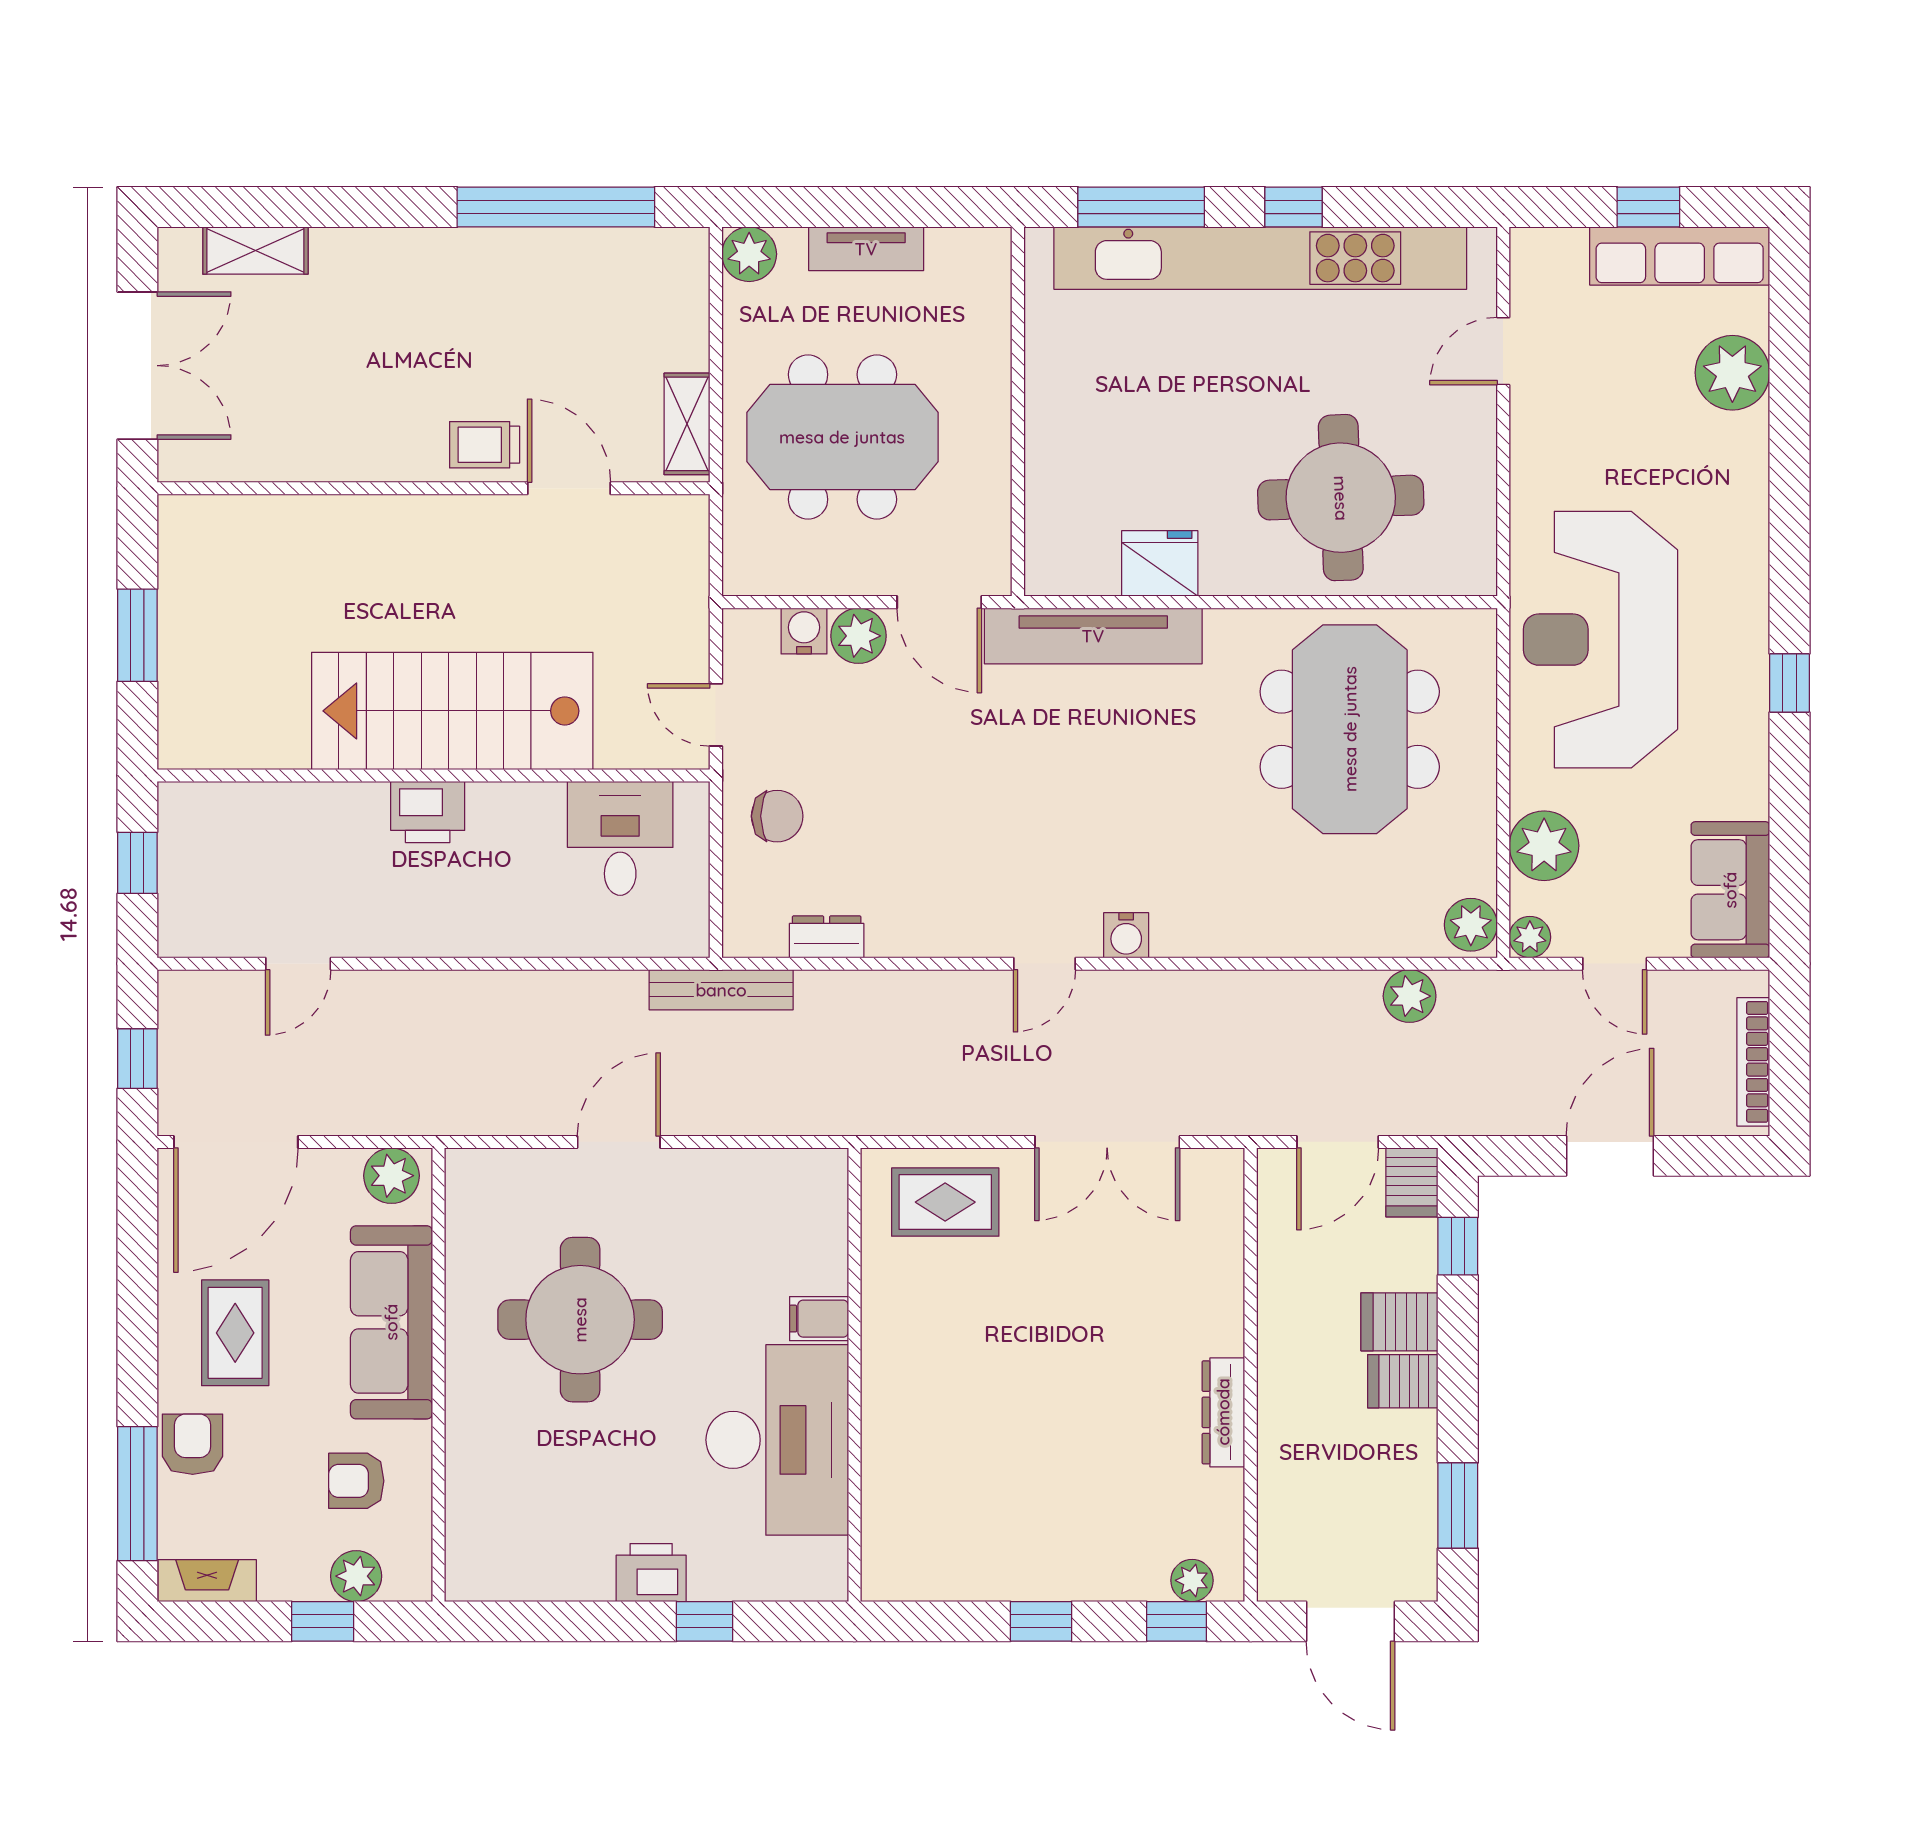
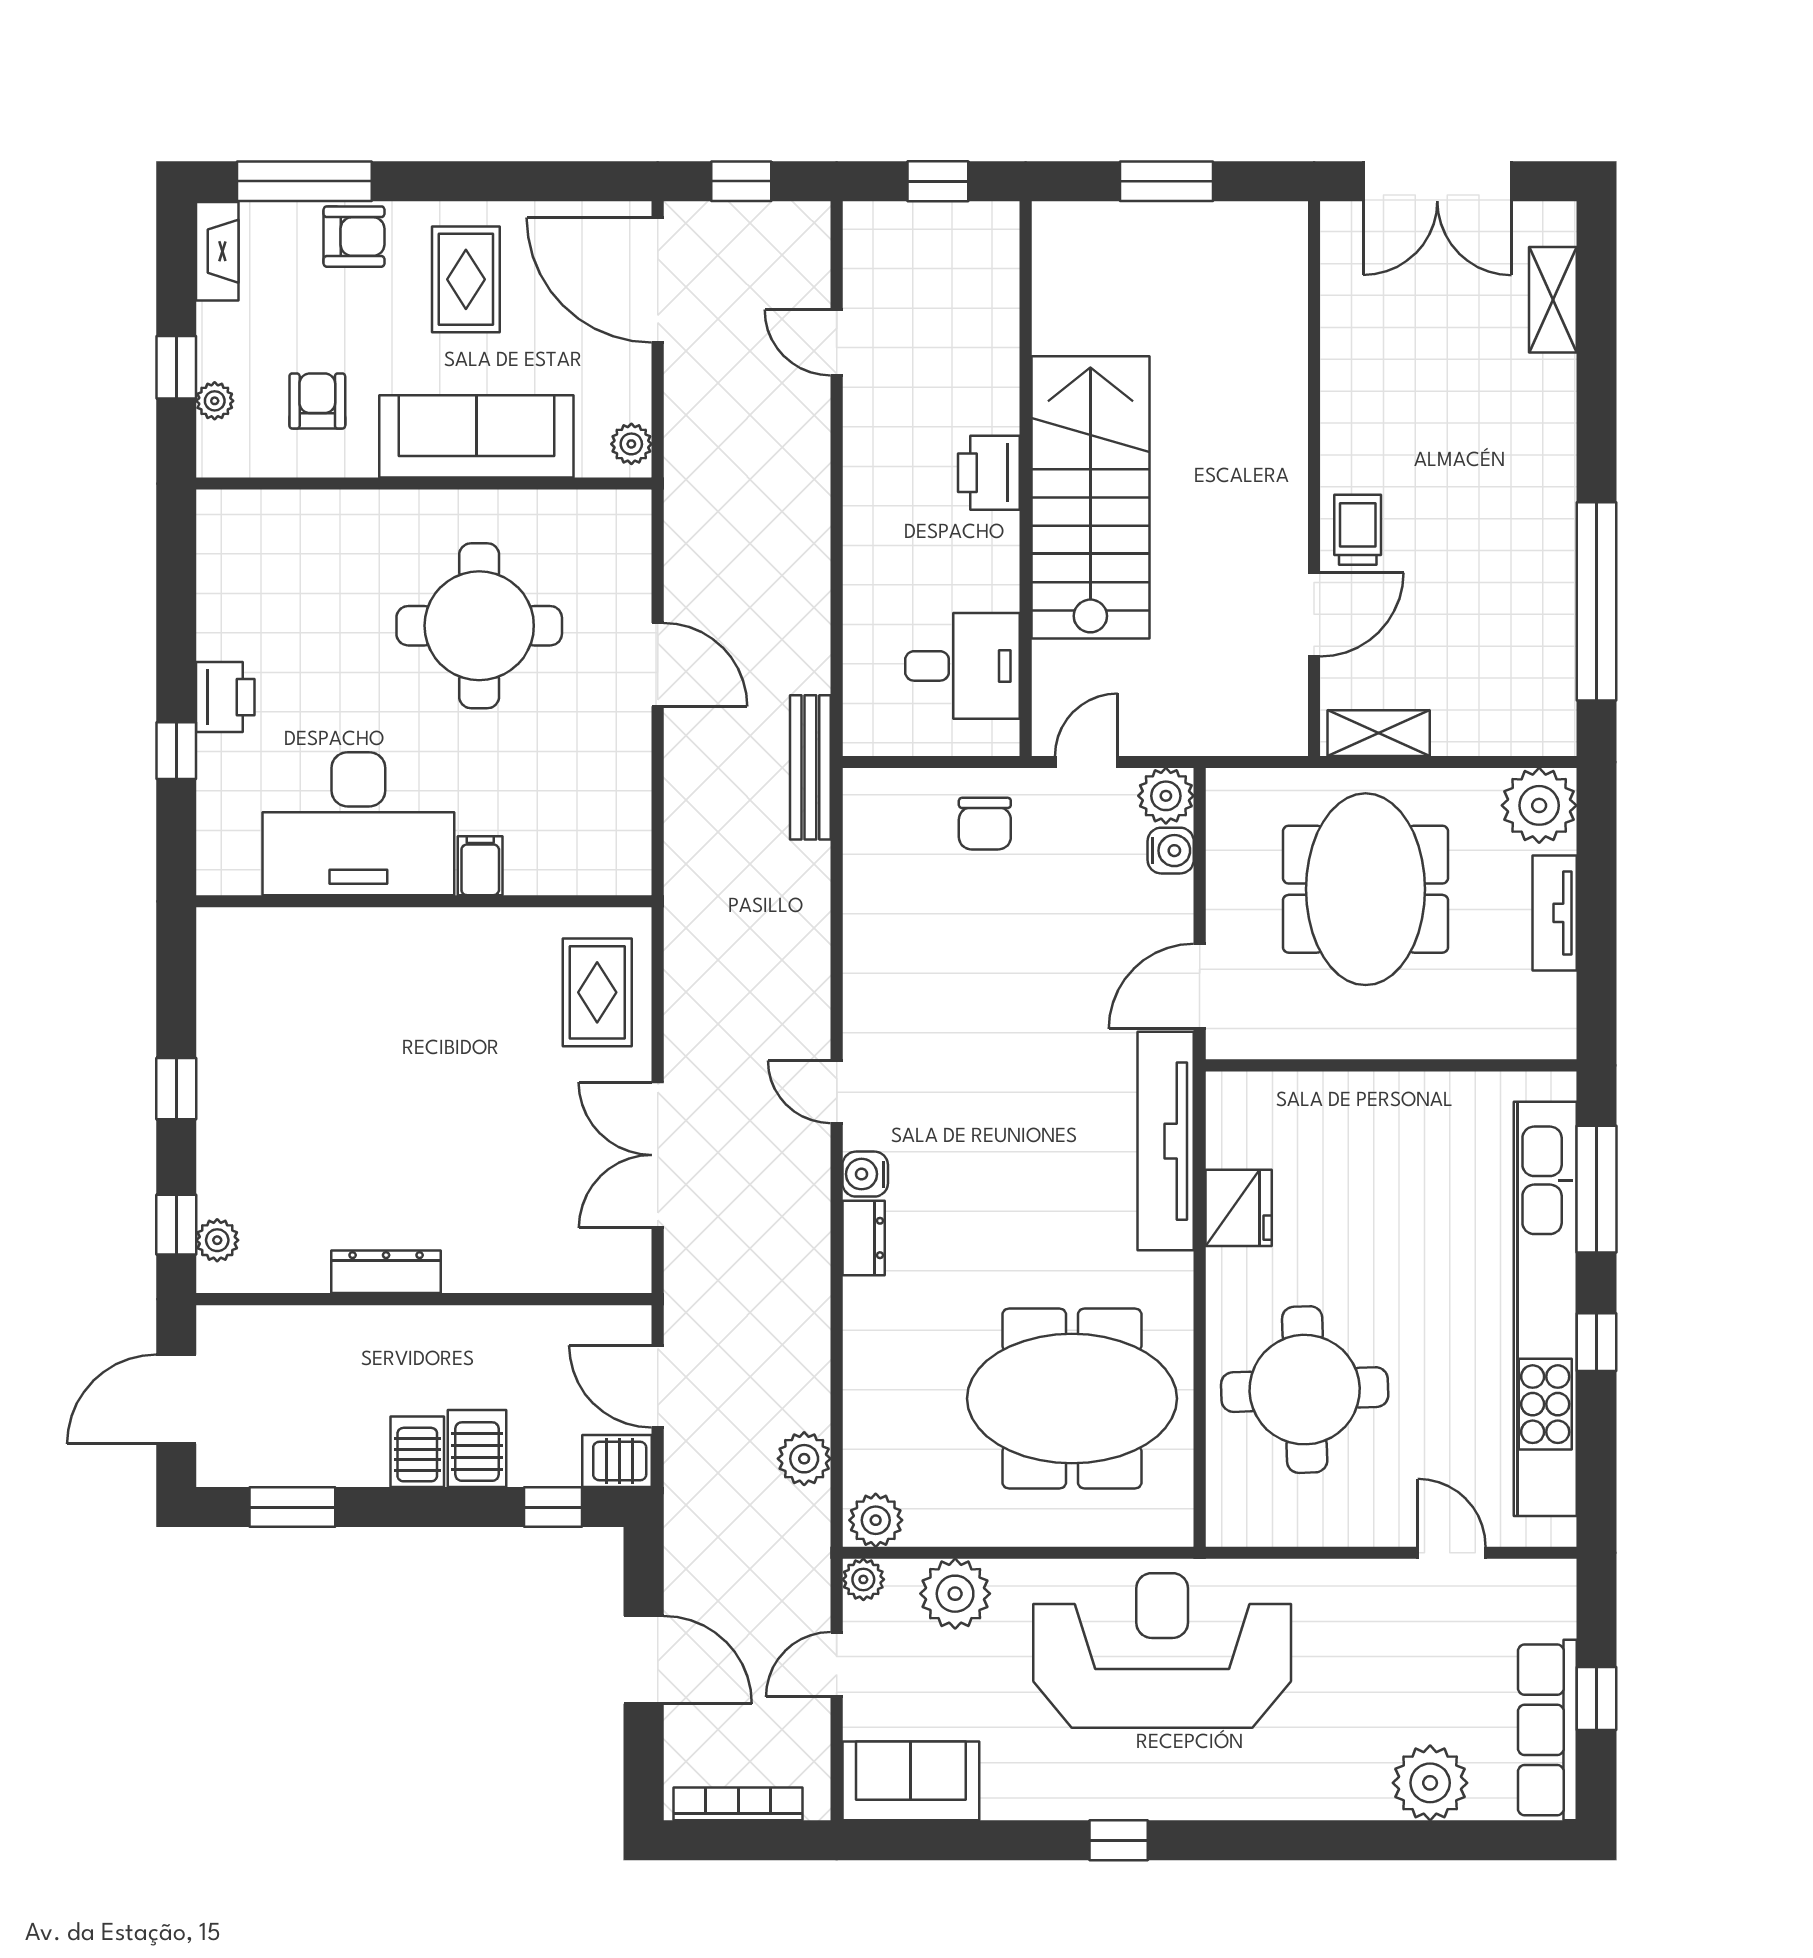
plant: (749, 254) -> (1539, 805), width x1.36, depth x1.36
plant: (859, 636) -> (1166, 796), moved
dresser: (827, 937) -> (864, 1238), moved
plant: (391, 1176) -> (631, 444), width x0.73, depth x0.73
rug: (235, 1333) -> (466, 279), turned 90
plant: (356, 1576) -> (215, 401), width x0.73, depth x0.73

